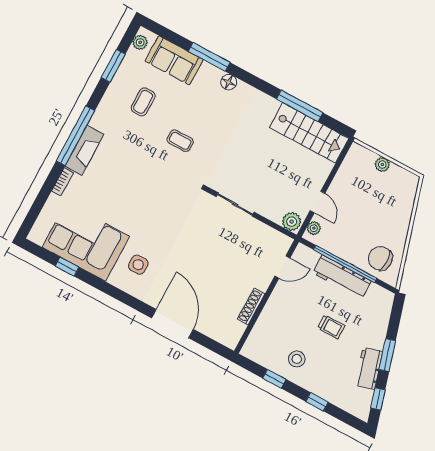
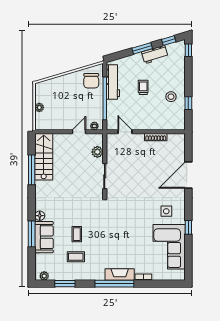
sofa: (174, 60) -> (44, 237), moved
coffee table: (180, 141) -> (77, 234), moved
plant: (292, 222) -> (97, 152), moved
window: (67, 267) -> (188, 227), moved
workbench: (342, 277) -> (113, 82), moved
window: (317, 402) -> (188, 50), moved

